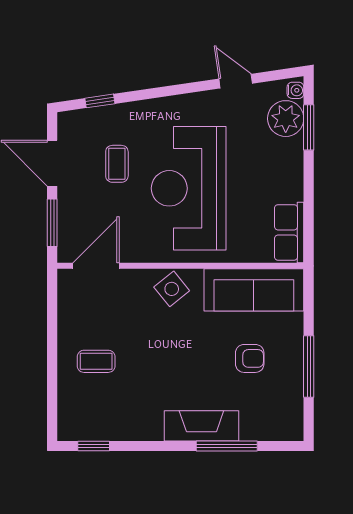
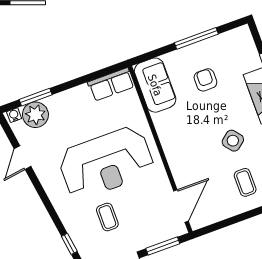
coffee table: (117, 164) -> (107, 217), turned 90
door: (96, 266) -> (181, 206), swing flipped
side table: (172, 289) -> (233, 141), moved
sofa: (254, 290) -> (155, 85), width x0.73

